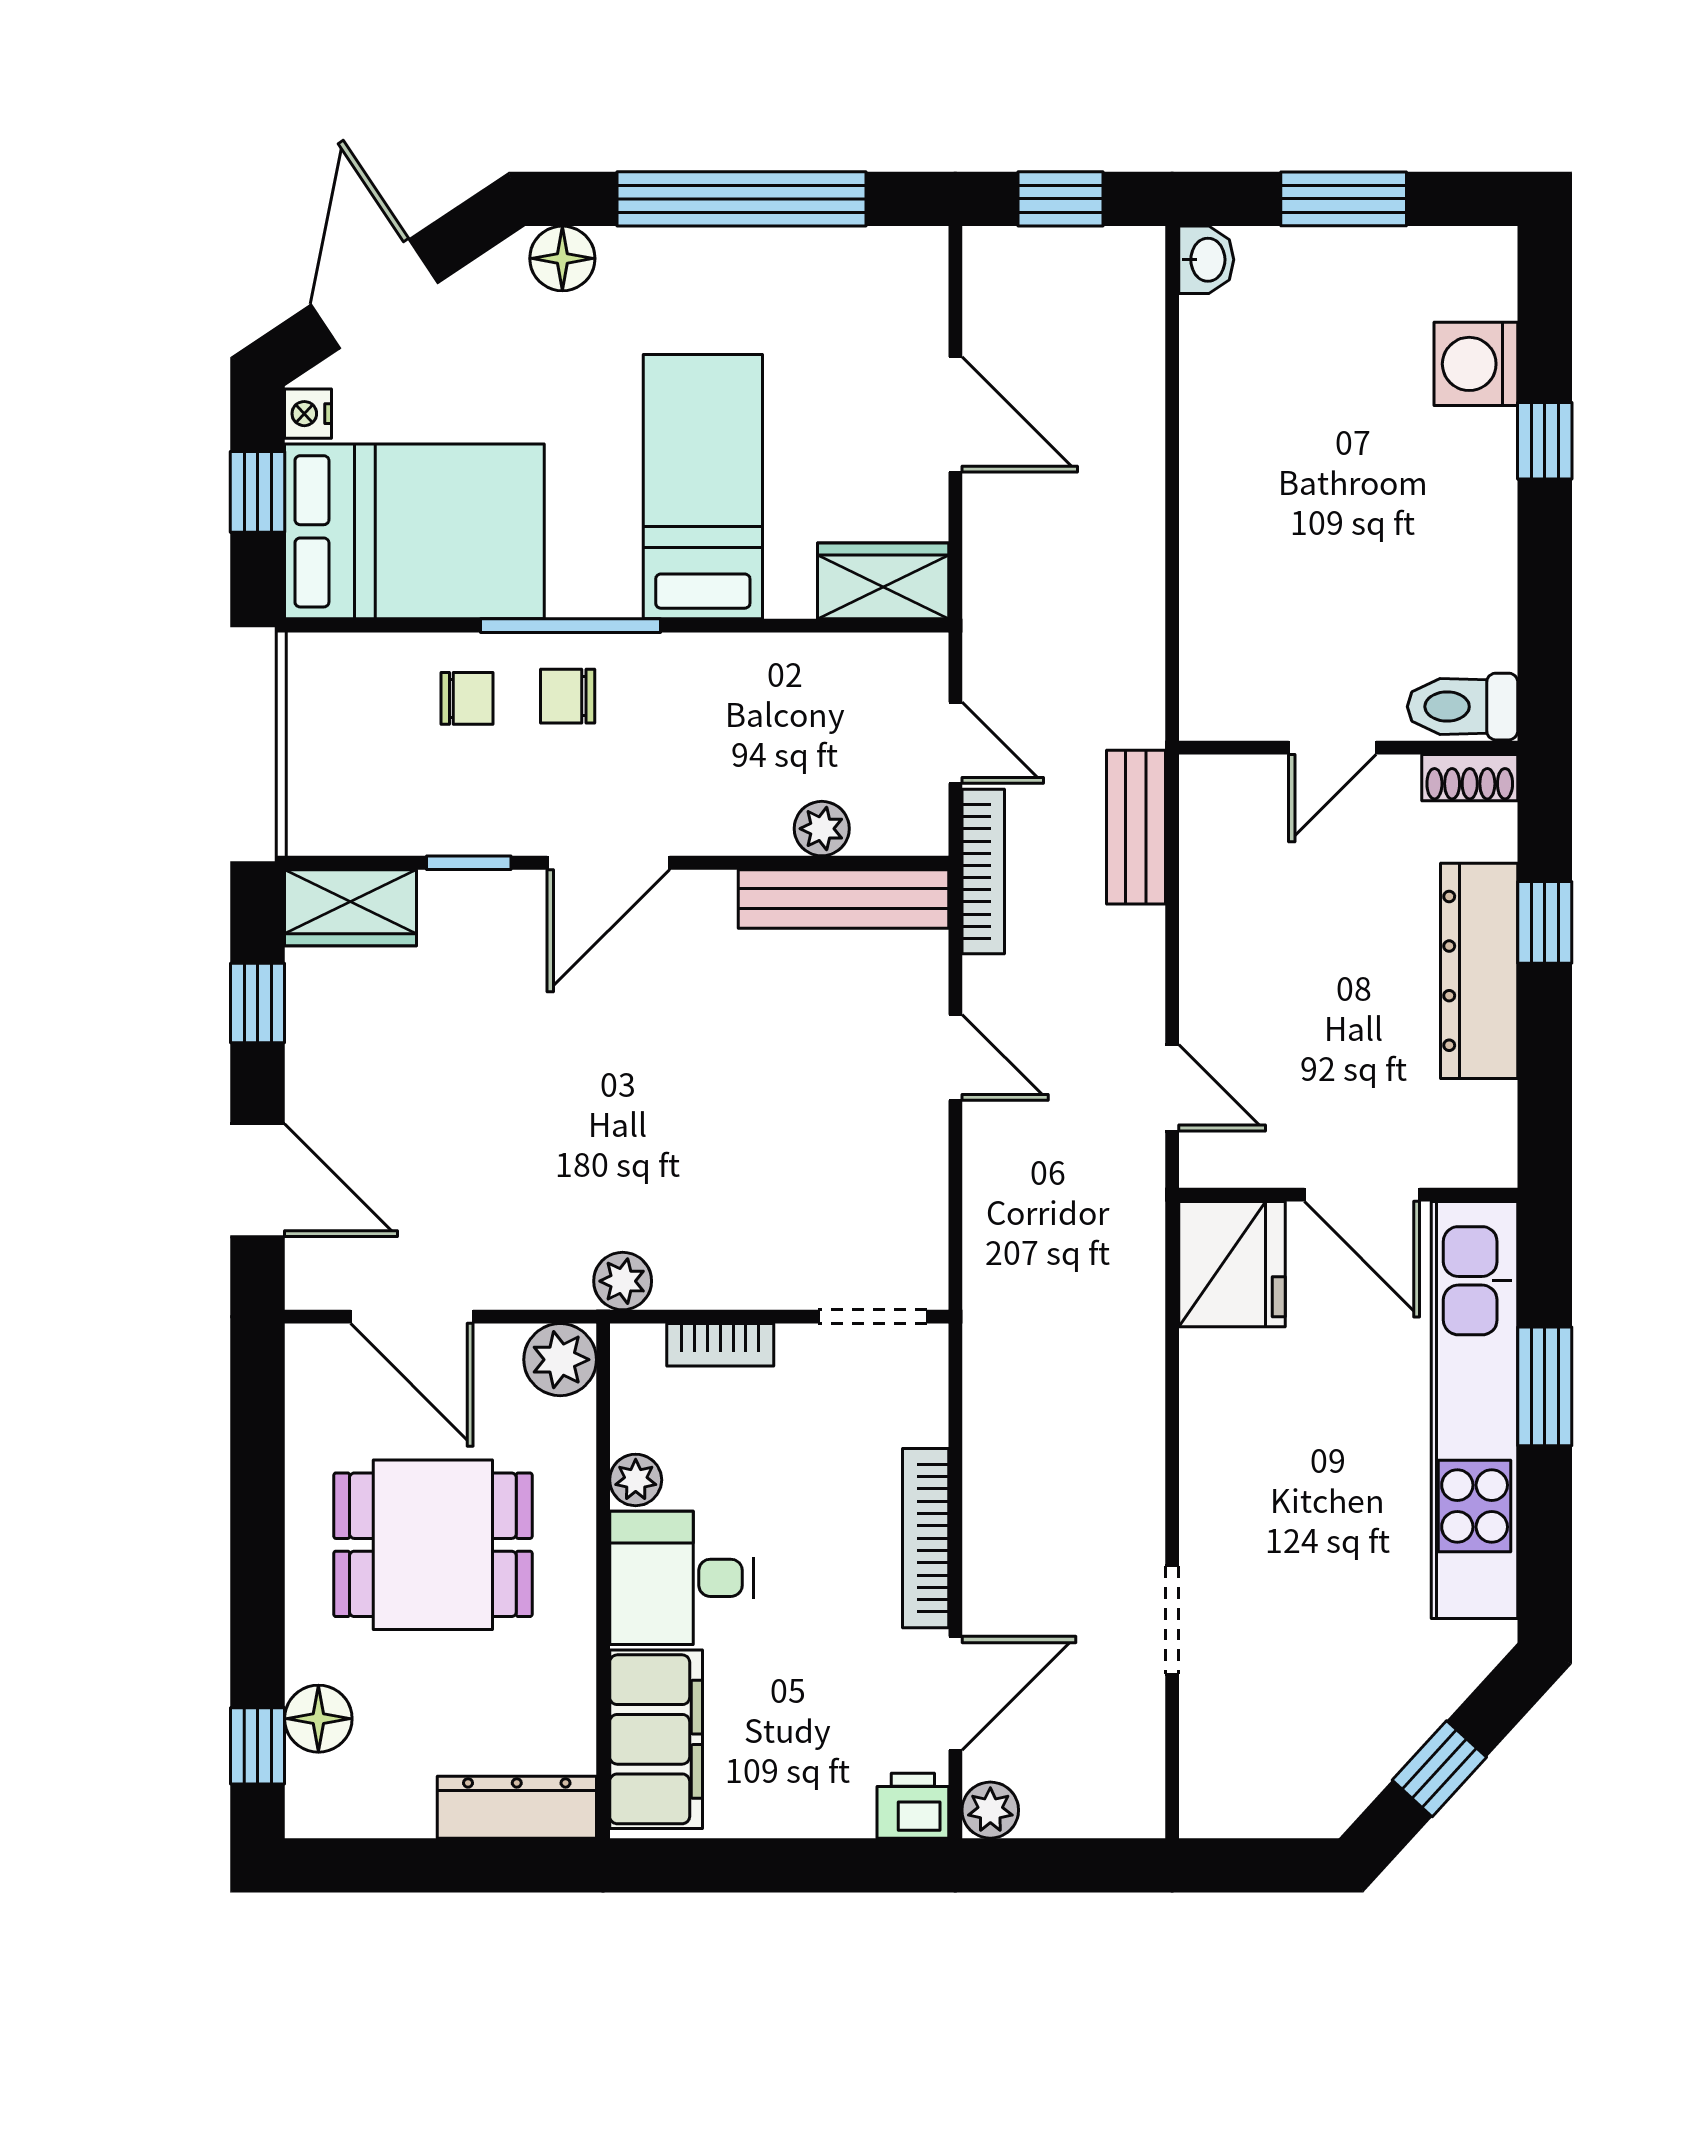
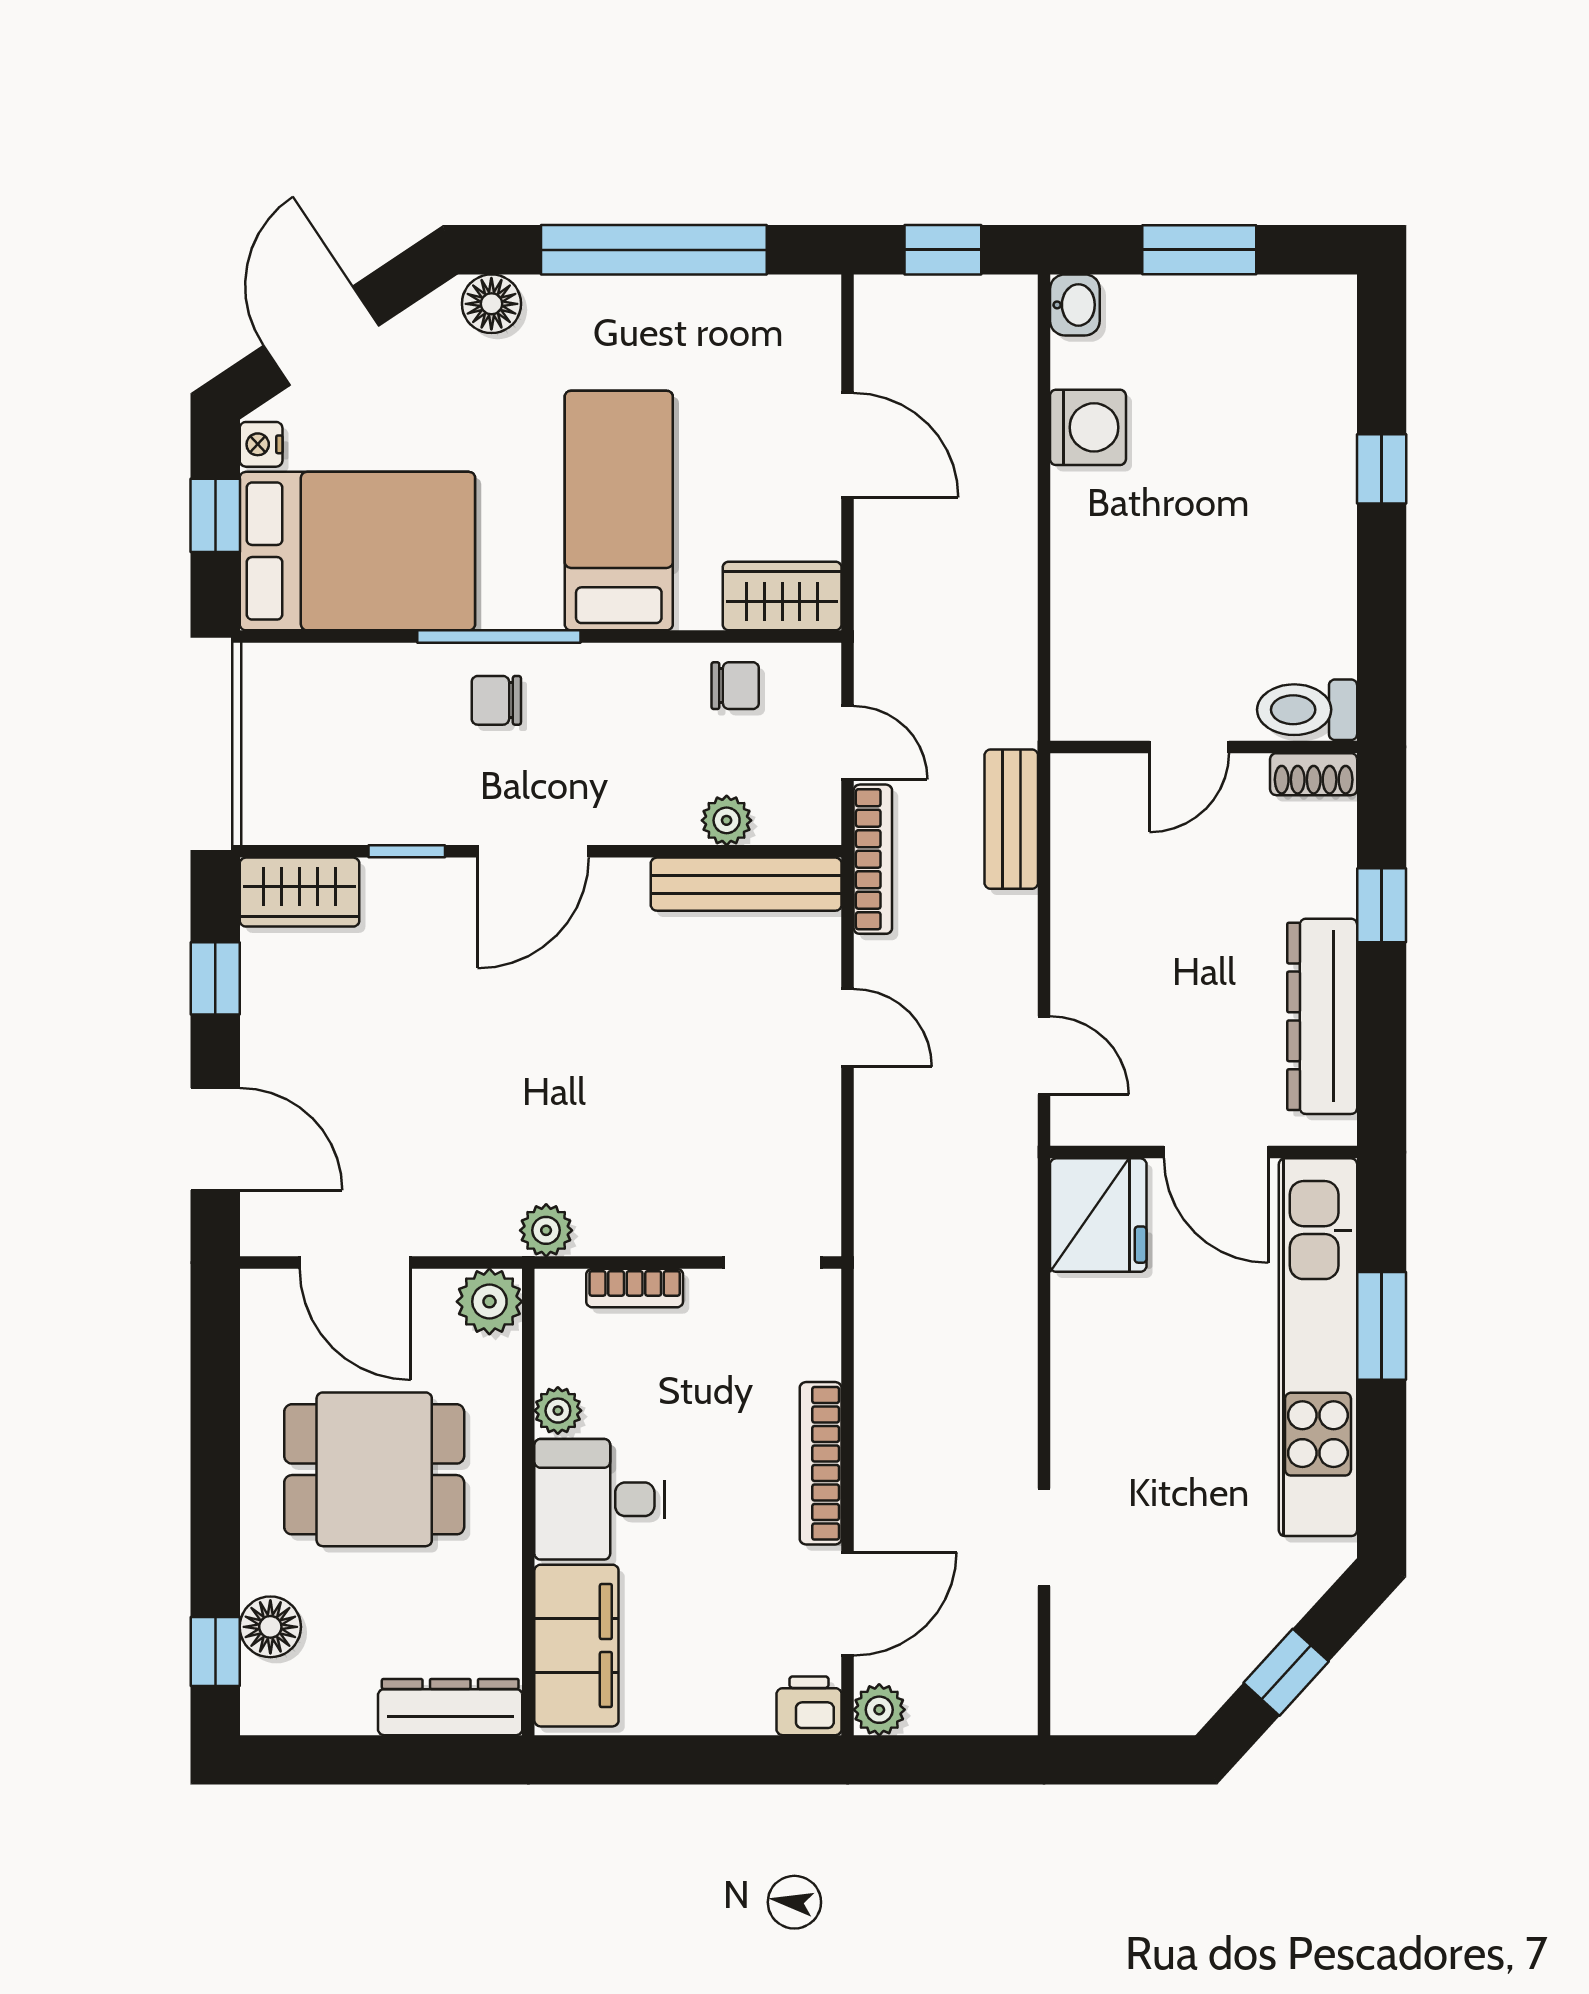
washing machine: (1476, 364) -> (1088, 427), moved, turned 180
chair: (467, 698) -> (735, 686), moved
dresser: (1479, 971) -> (1322, 1016), moved

